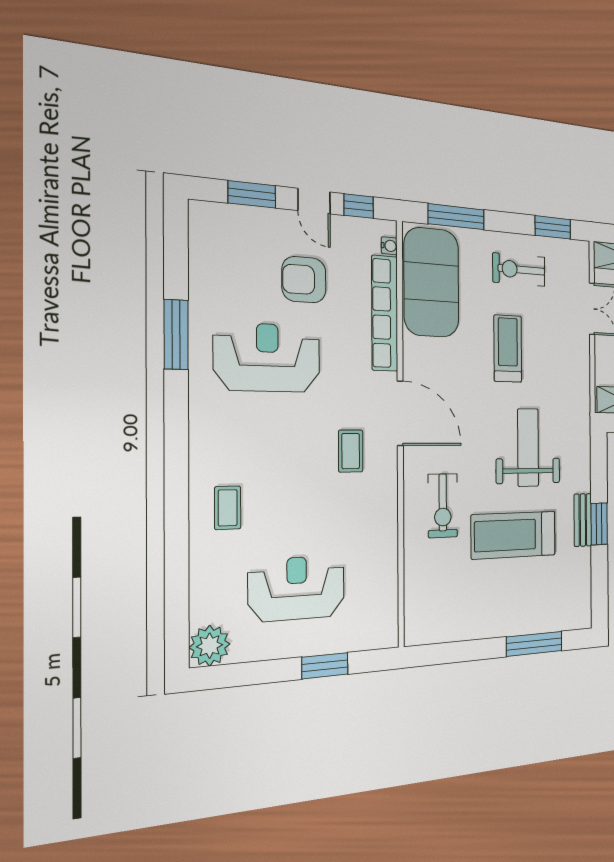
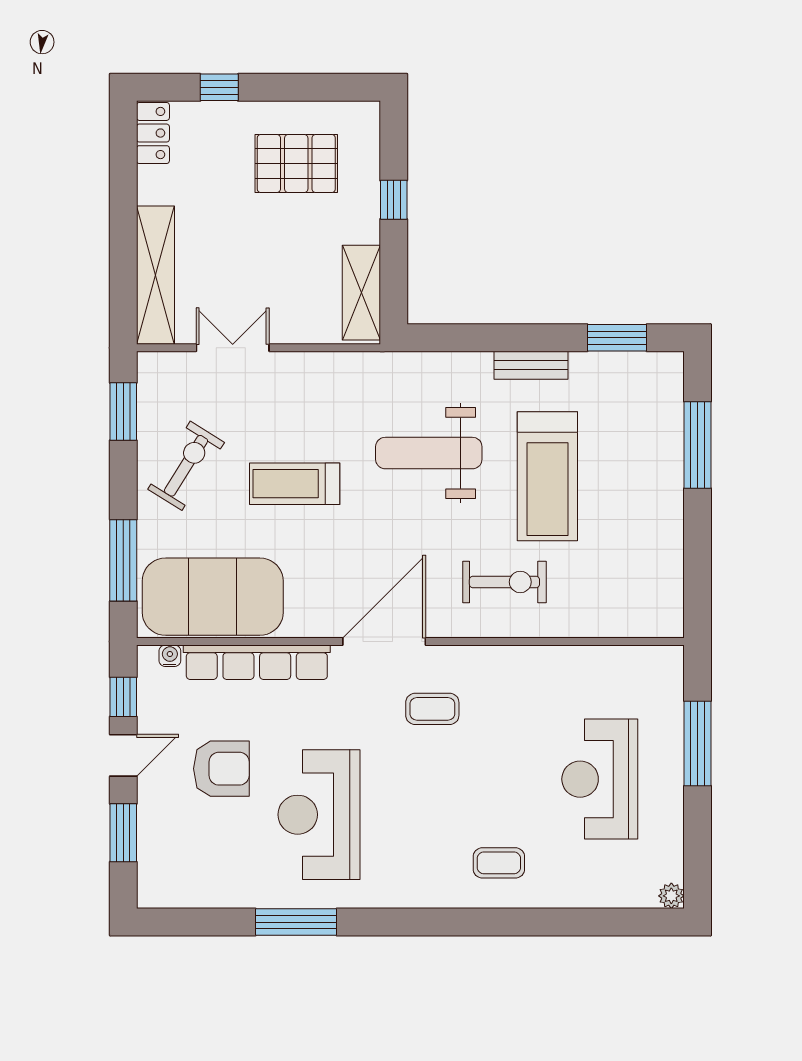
exercise bike: (519, 270) -> (186, 466), turned -148
armchair: (304, 280) -> (221, 769), turned -90
window: (599, 524) -> (617, 338), moved
plant: (210, 646) -> (671, 896), width x0.53, depth x0.53
window: (325, 666) -> (698, 743), width x1.44

